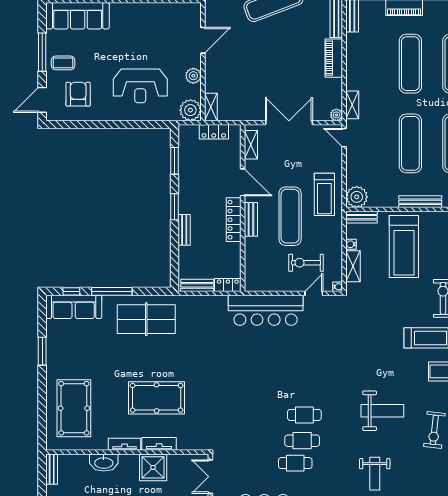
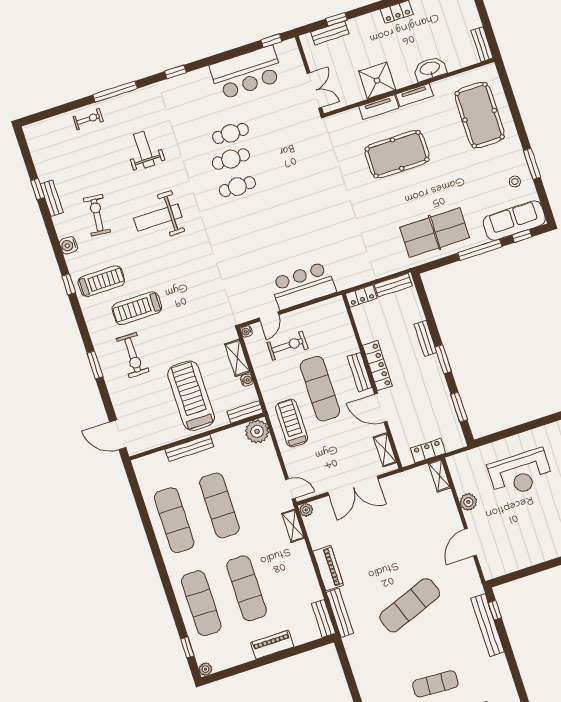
reception desk: (140, 86) -> (520, 473), turned 180
plant: (190, 110) -> (460, 465), removed
bar counter: (266, 310) -> (303, 286), width x0.73
stool: (62, 341) -> (515, 182), added

